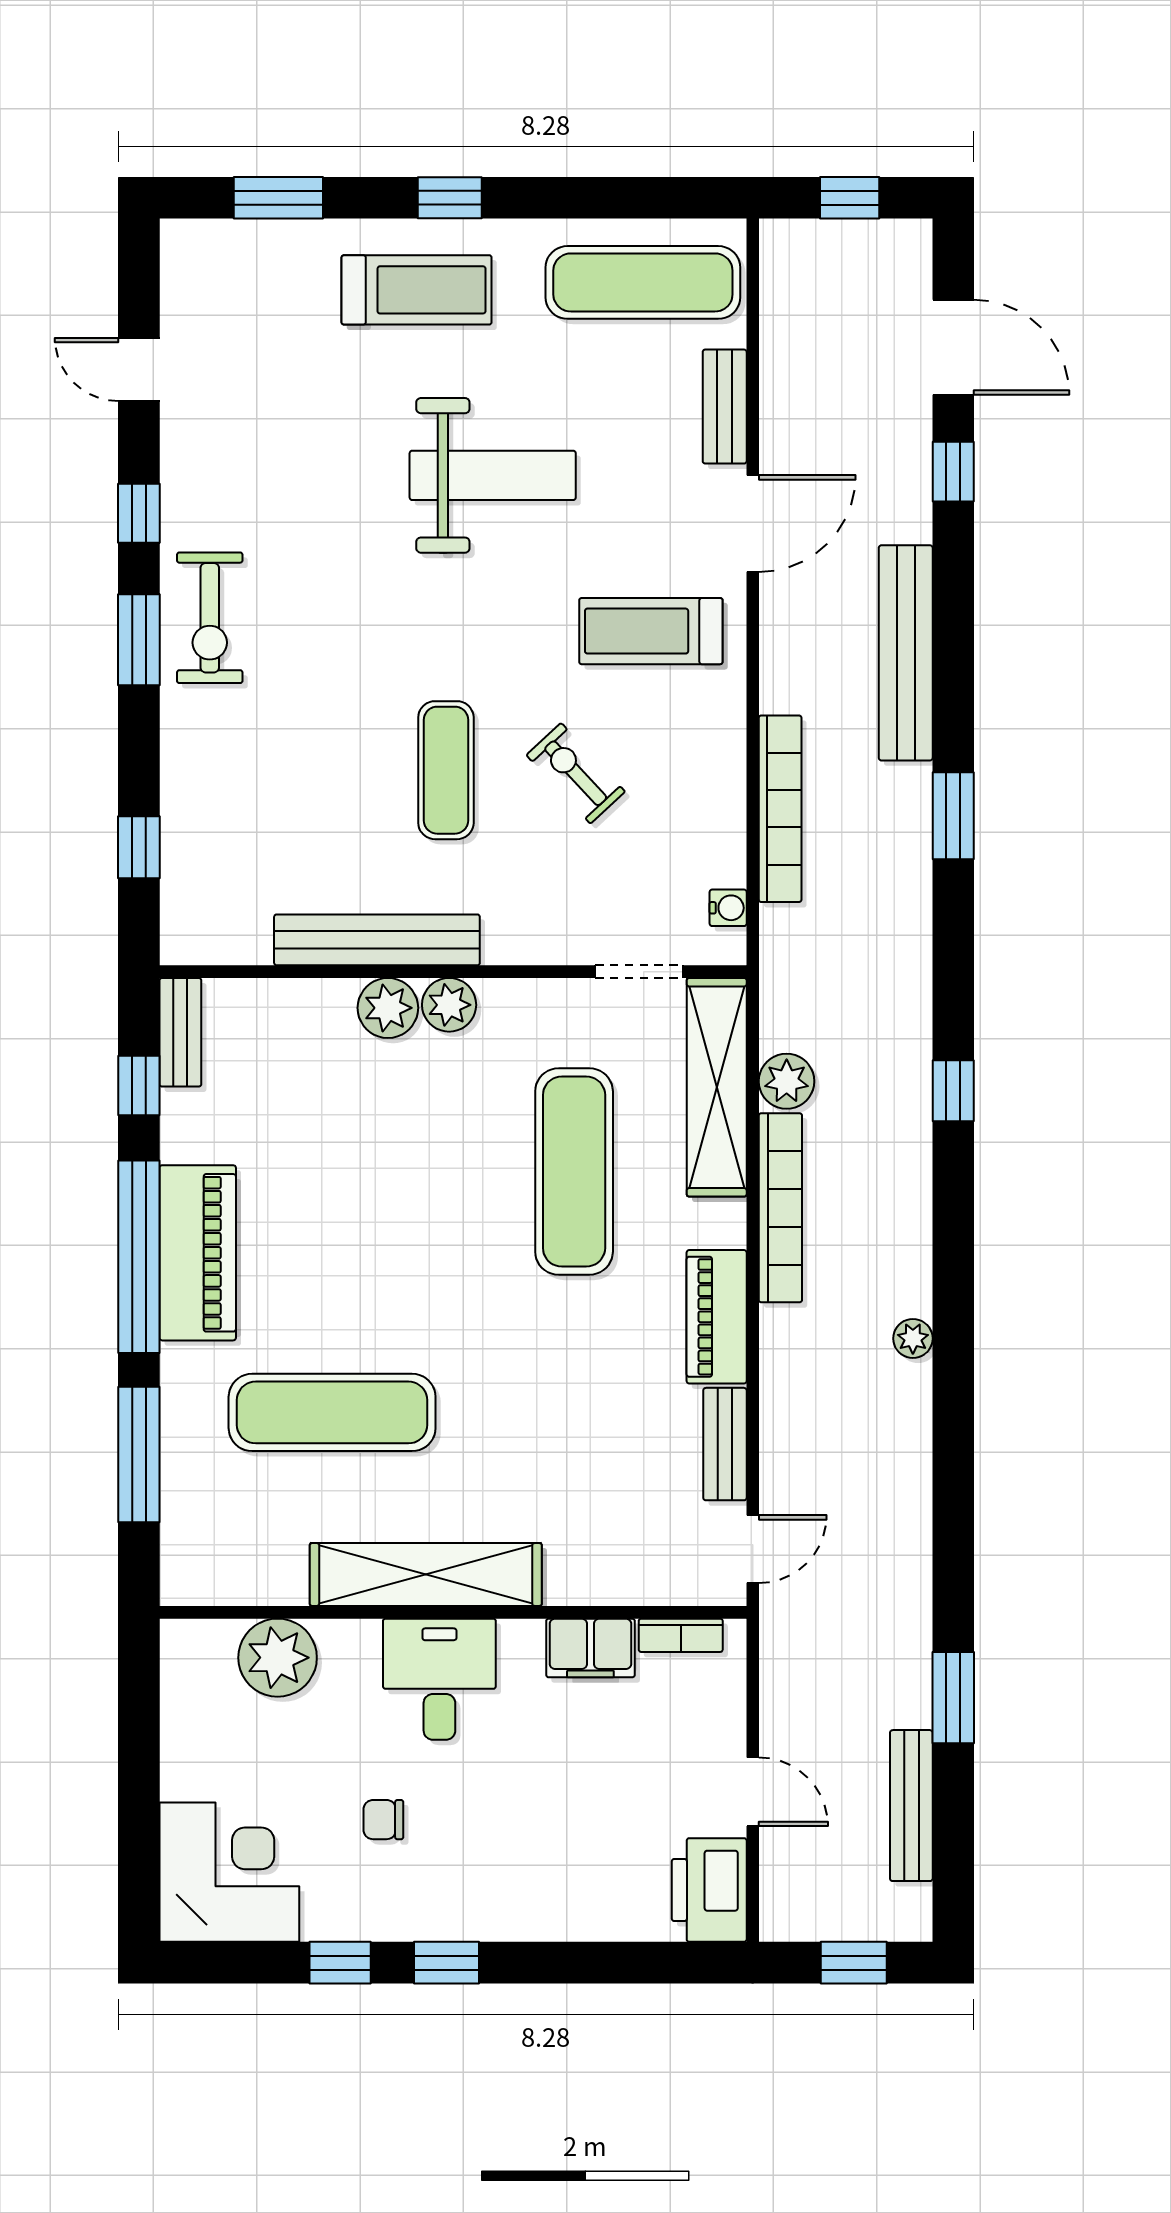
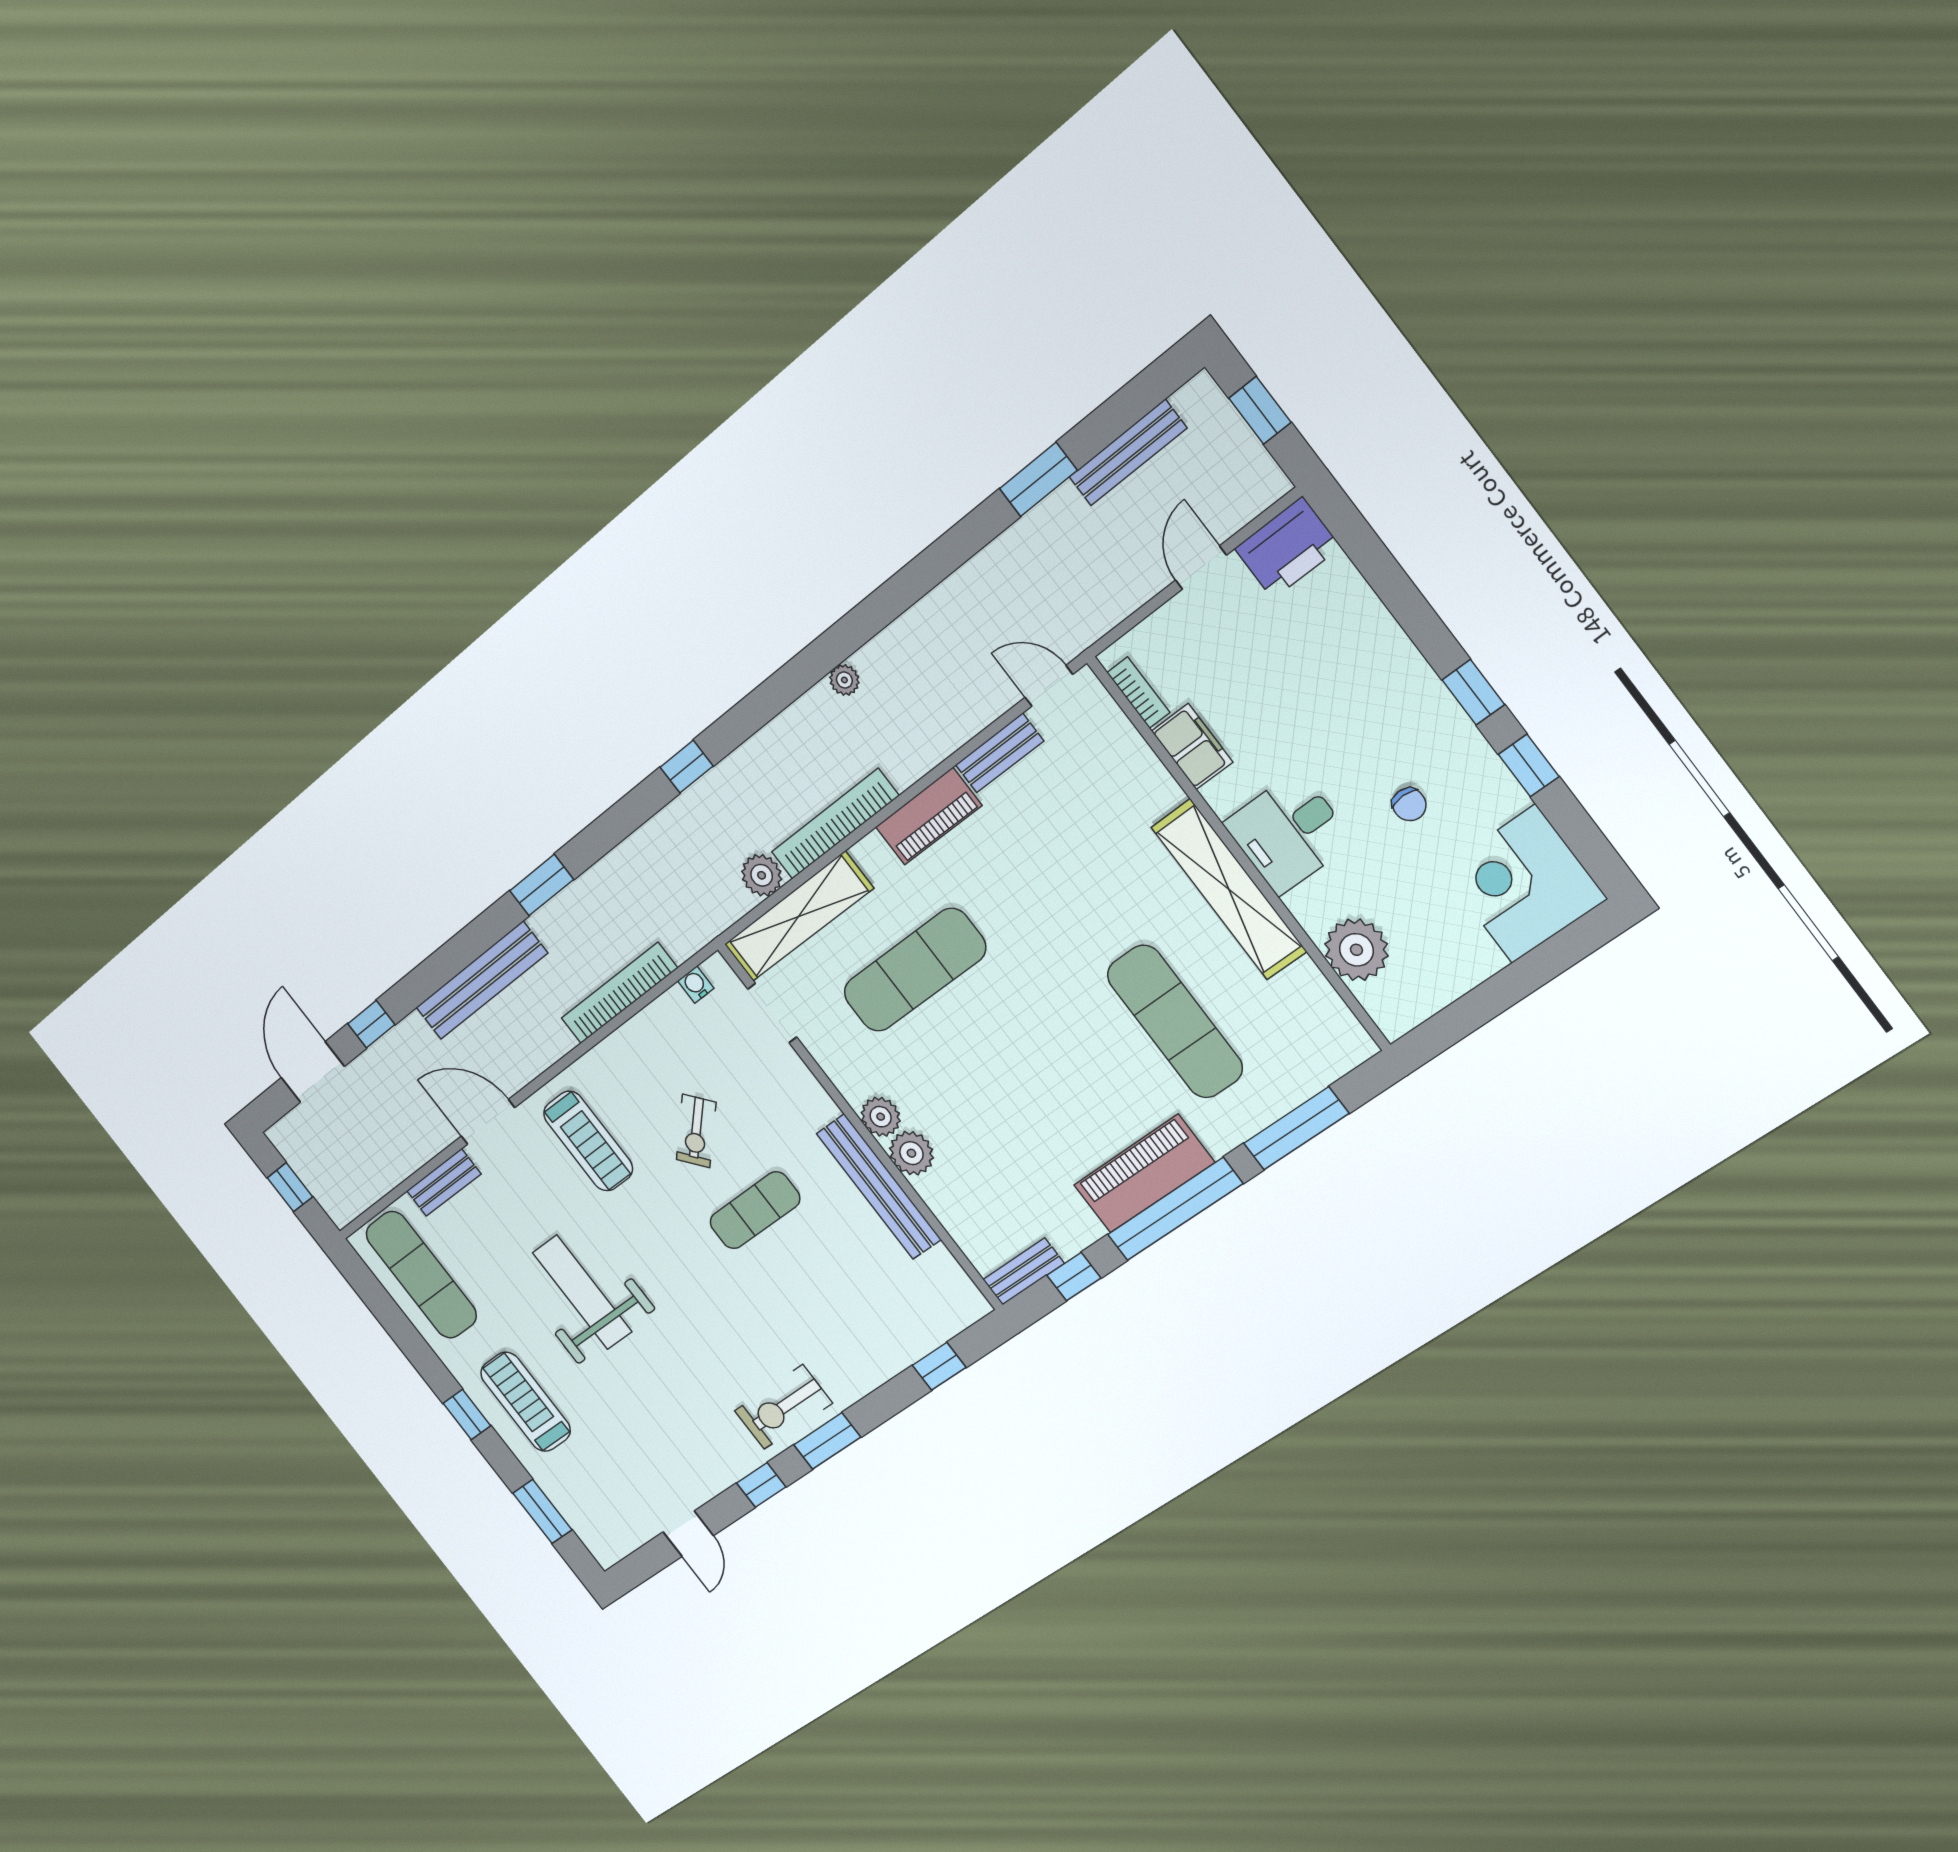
exercise bike: (210, 618) -> (783, 1407), turned 180

